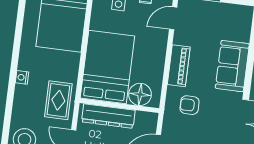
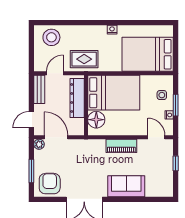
nightstand: (22, 77) -> (112, 30), moved
armchair: (190, 105) -> (93, 158), removed

